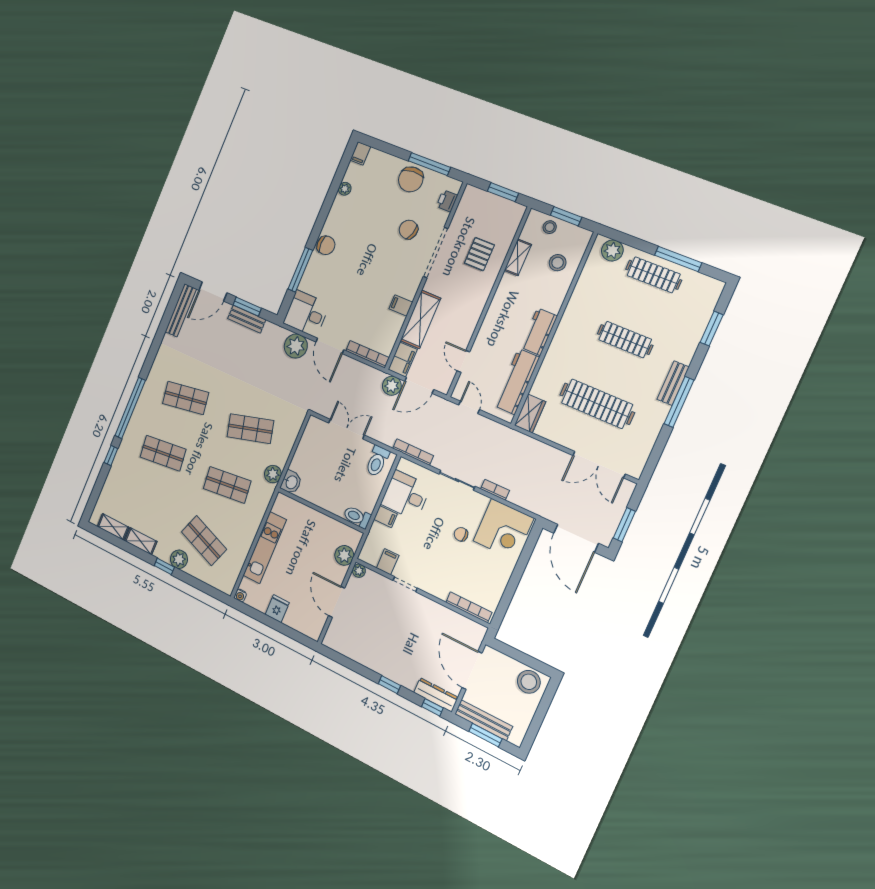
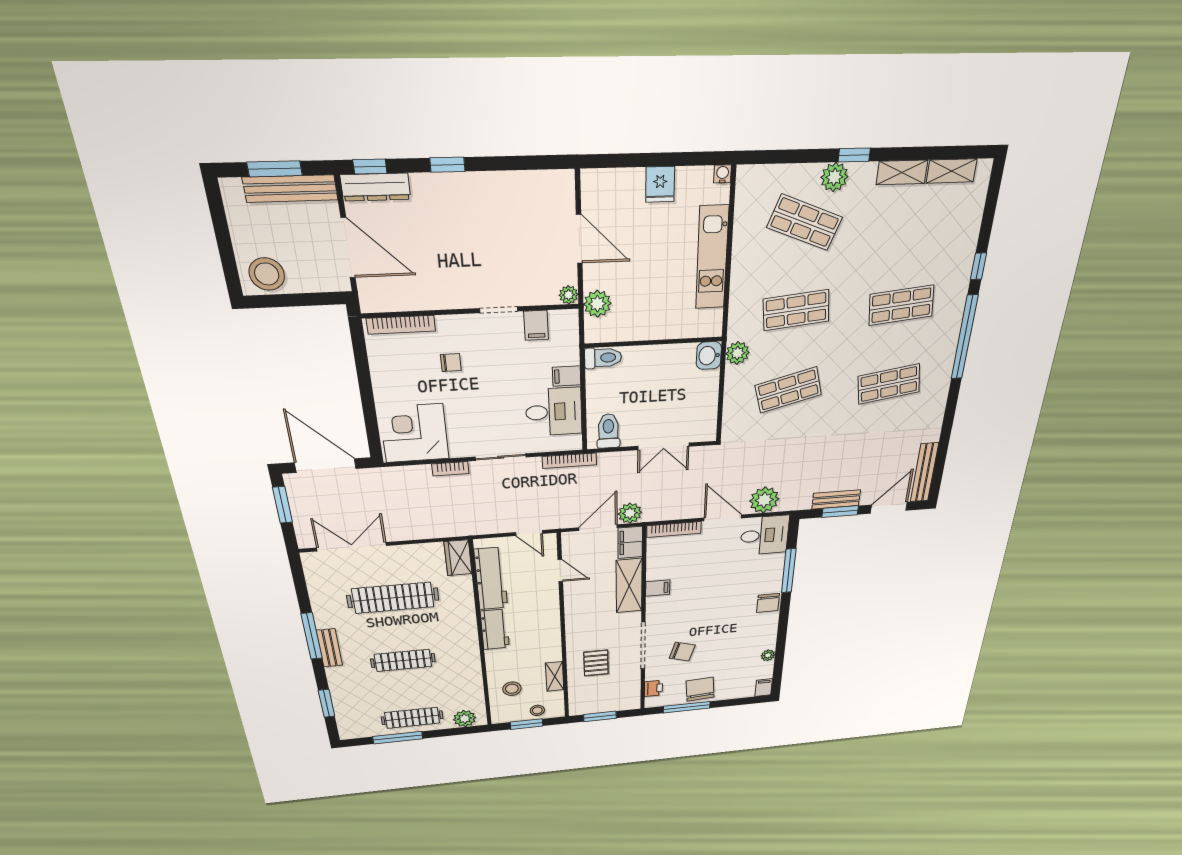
chair: (326, 245) -> (768, 603), turned -90
chair: (461, 534) -> (451, 363), moved

